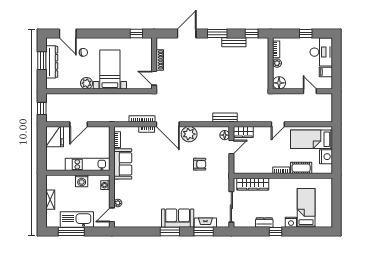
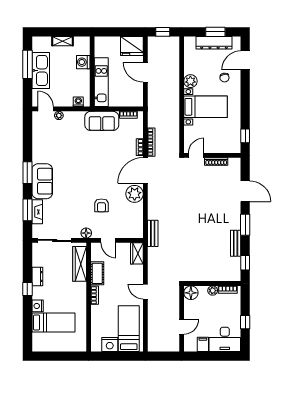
floor lamp: (225, 135) -> (86, 233), moved
door: (231, 147) -> (108, 240), moved
cot: (301, 168) -> (97, 273), moved
washing machine: (82, 181) -> (83, 62), moved

